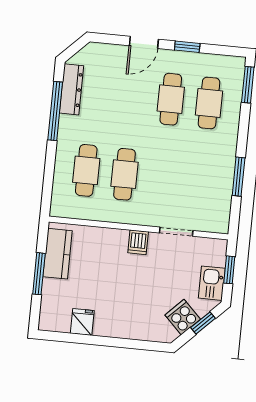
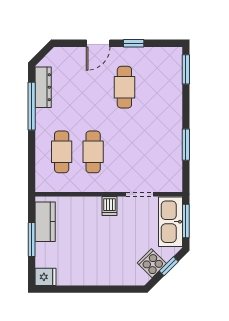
cafe table: (209, 103) -> (156, 87), removed
window: (229, 270) -> (186, 221), width x1.50
kitchen sink: (212, 283) -> (170, 222), width x1.87, depth x1.24
fridge: (82, 322) -> (45, 277), moved, turned 90

